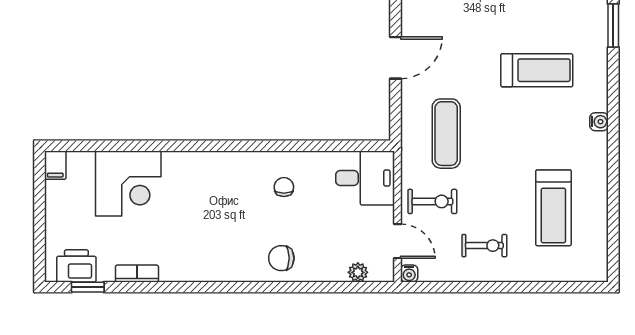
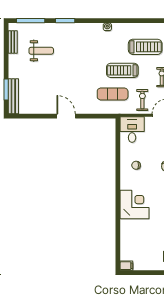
door: (395, 58) -> (66, 116), moved
treadmill: (537, 70) -> (122, 70), moved, turned -90
corner desk: (128, 183) -> (134, 204), moved

